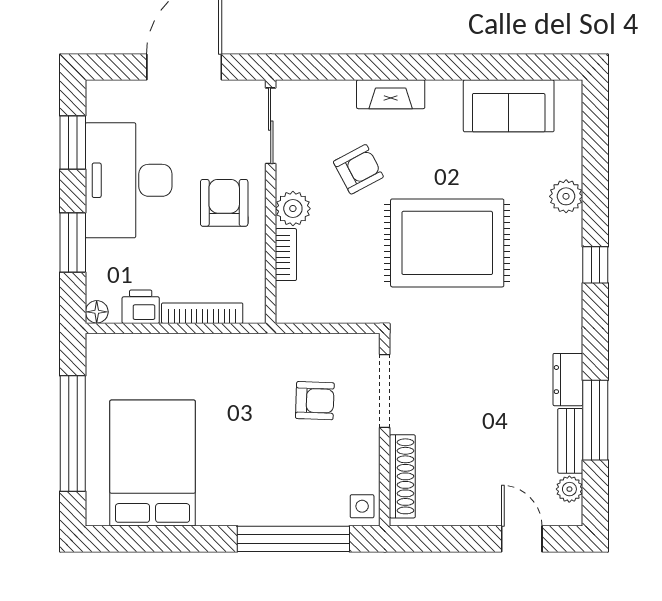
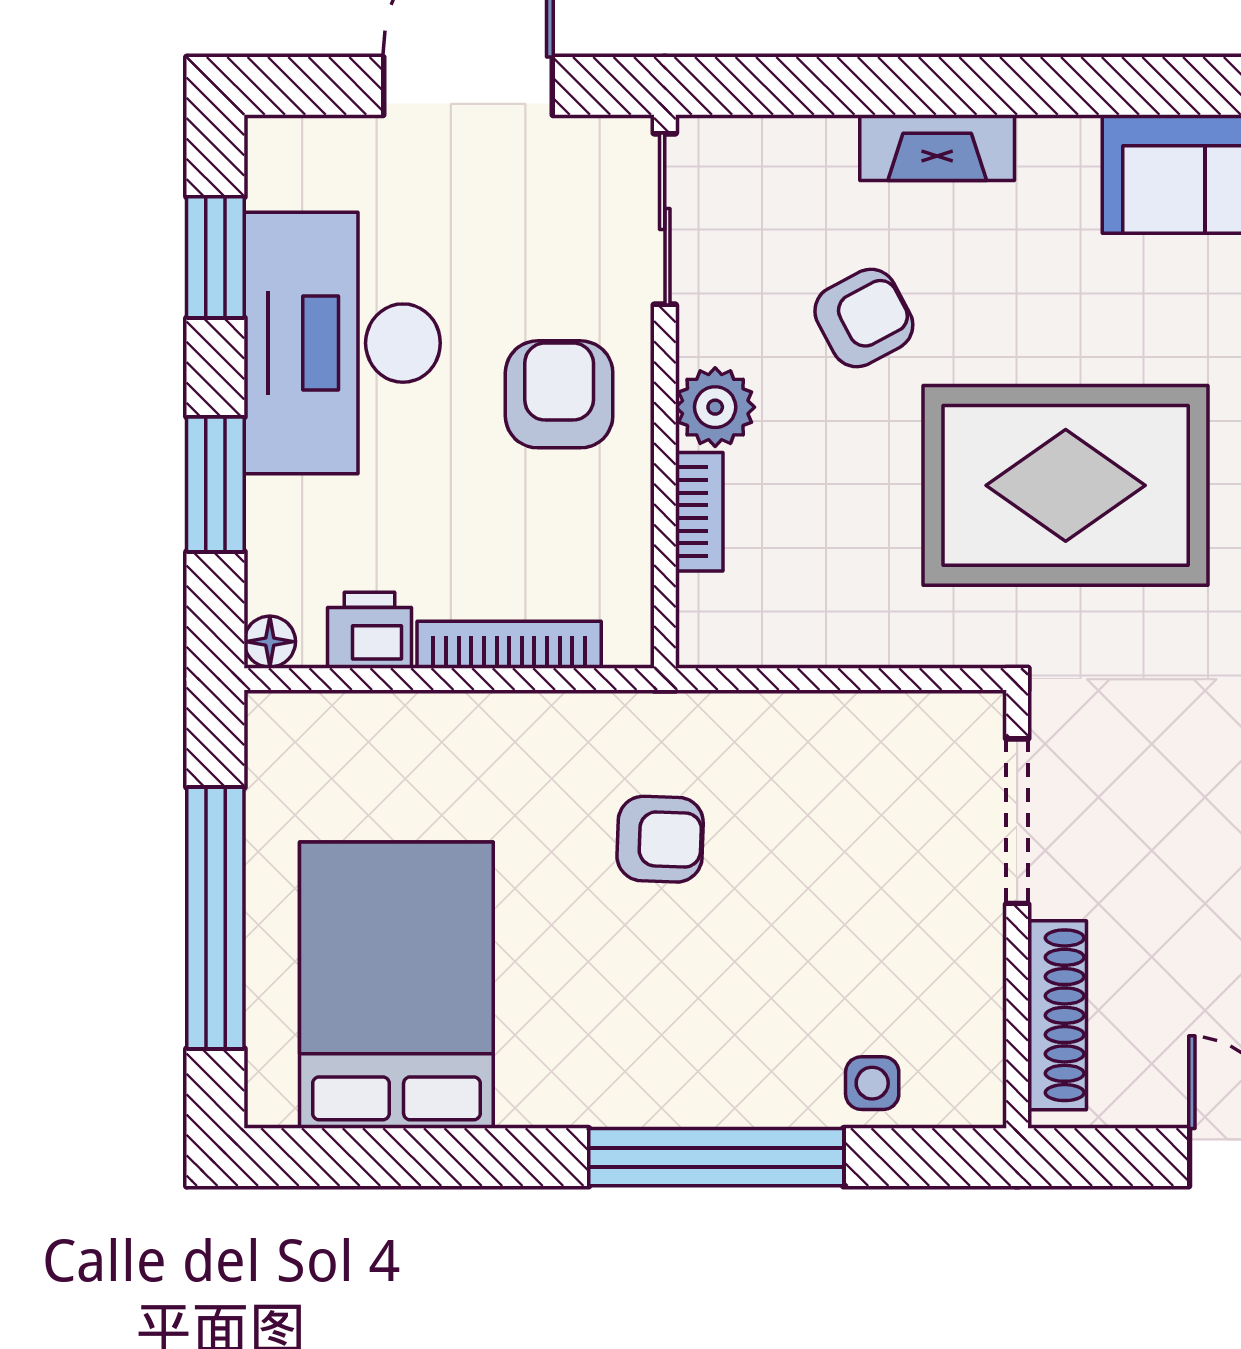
doorway: (385, 391) -> (1017, 821), moved
armchair: (315, 401) -> (660, 839), moved
wall: (385, 430) -> (1017, 909), moved
shoe rack: (402, 476) -> (1057, 1015), moved

